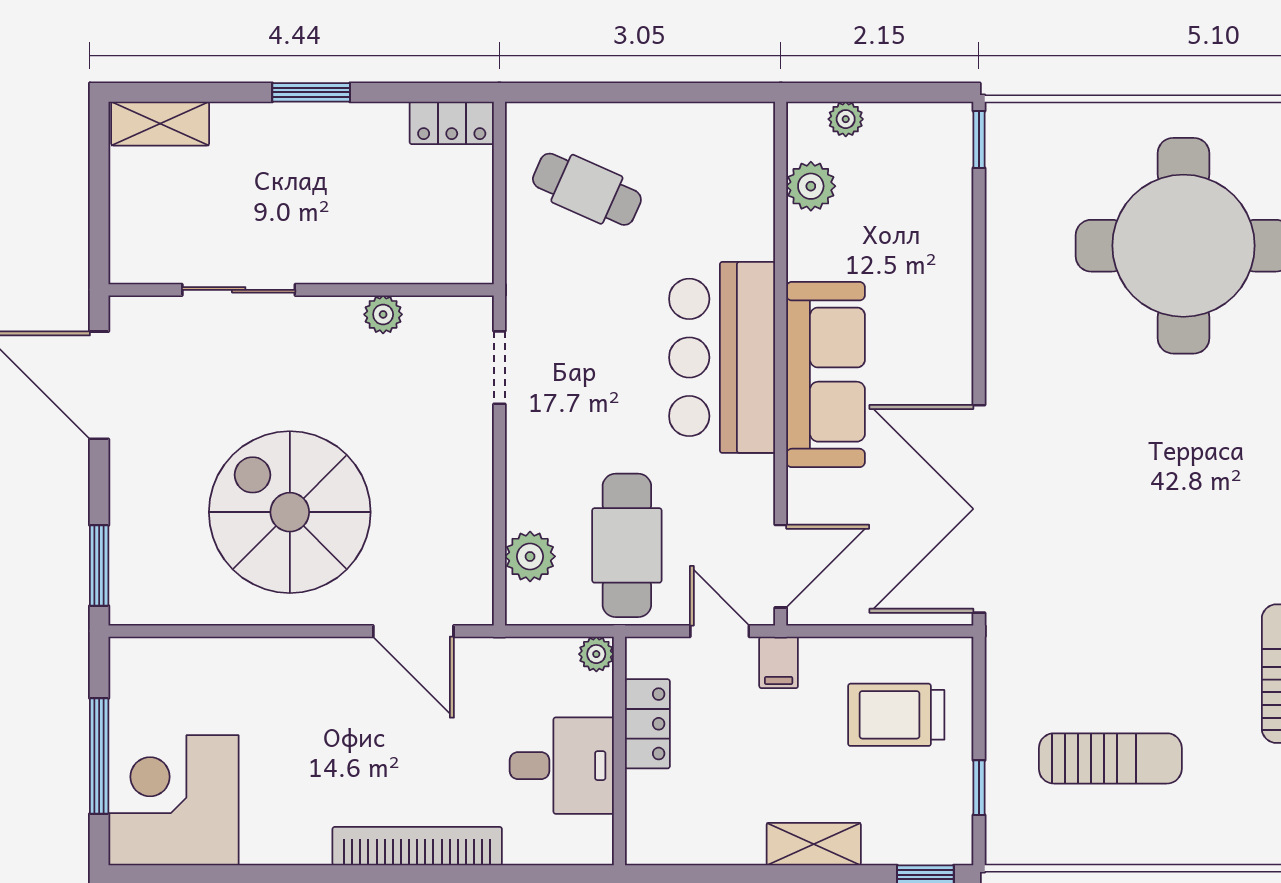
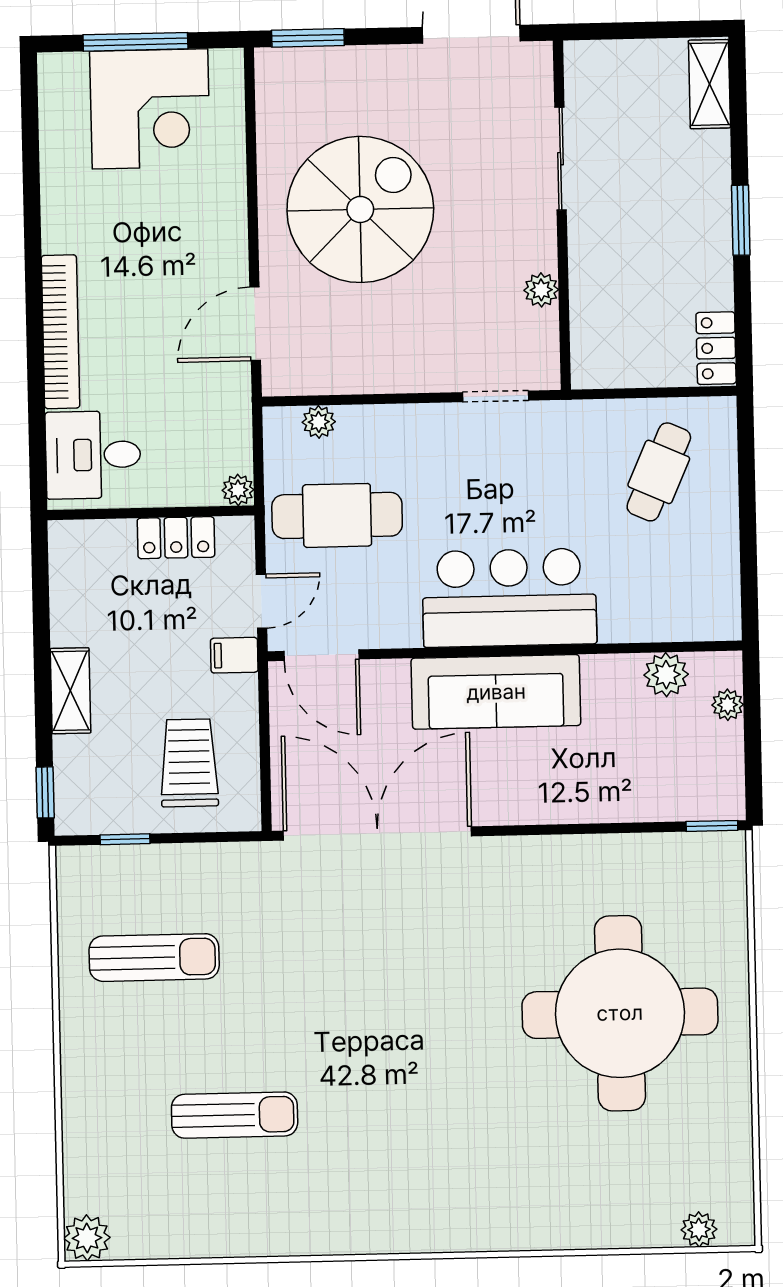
plant: (530, 556) -> (319, 422), width x0.73, depth x0.73
sun lounger: (1110, 758) -> (154, 958), turned -90
desk: (562, 766) -> (93, 455), moved, turned 90
corner desk: (173, 800) -> (150, 109), moved, turned 90

